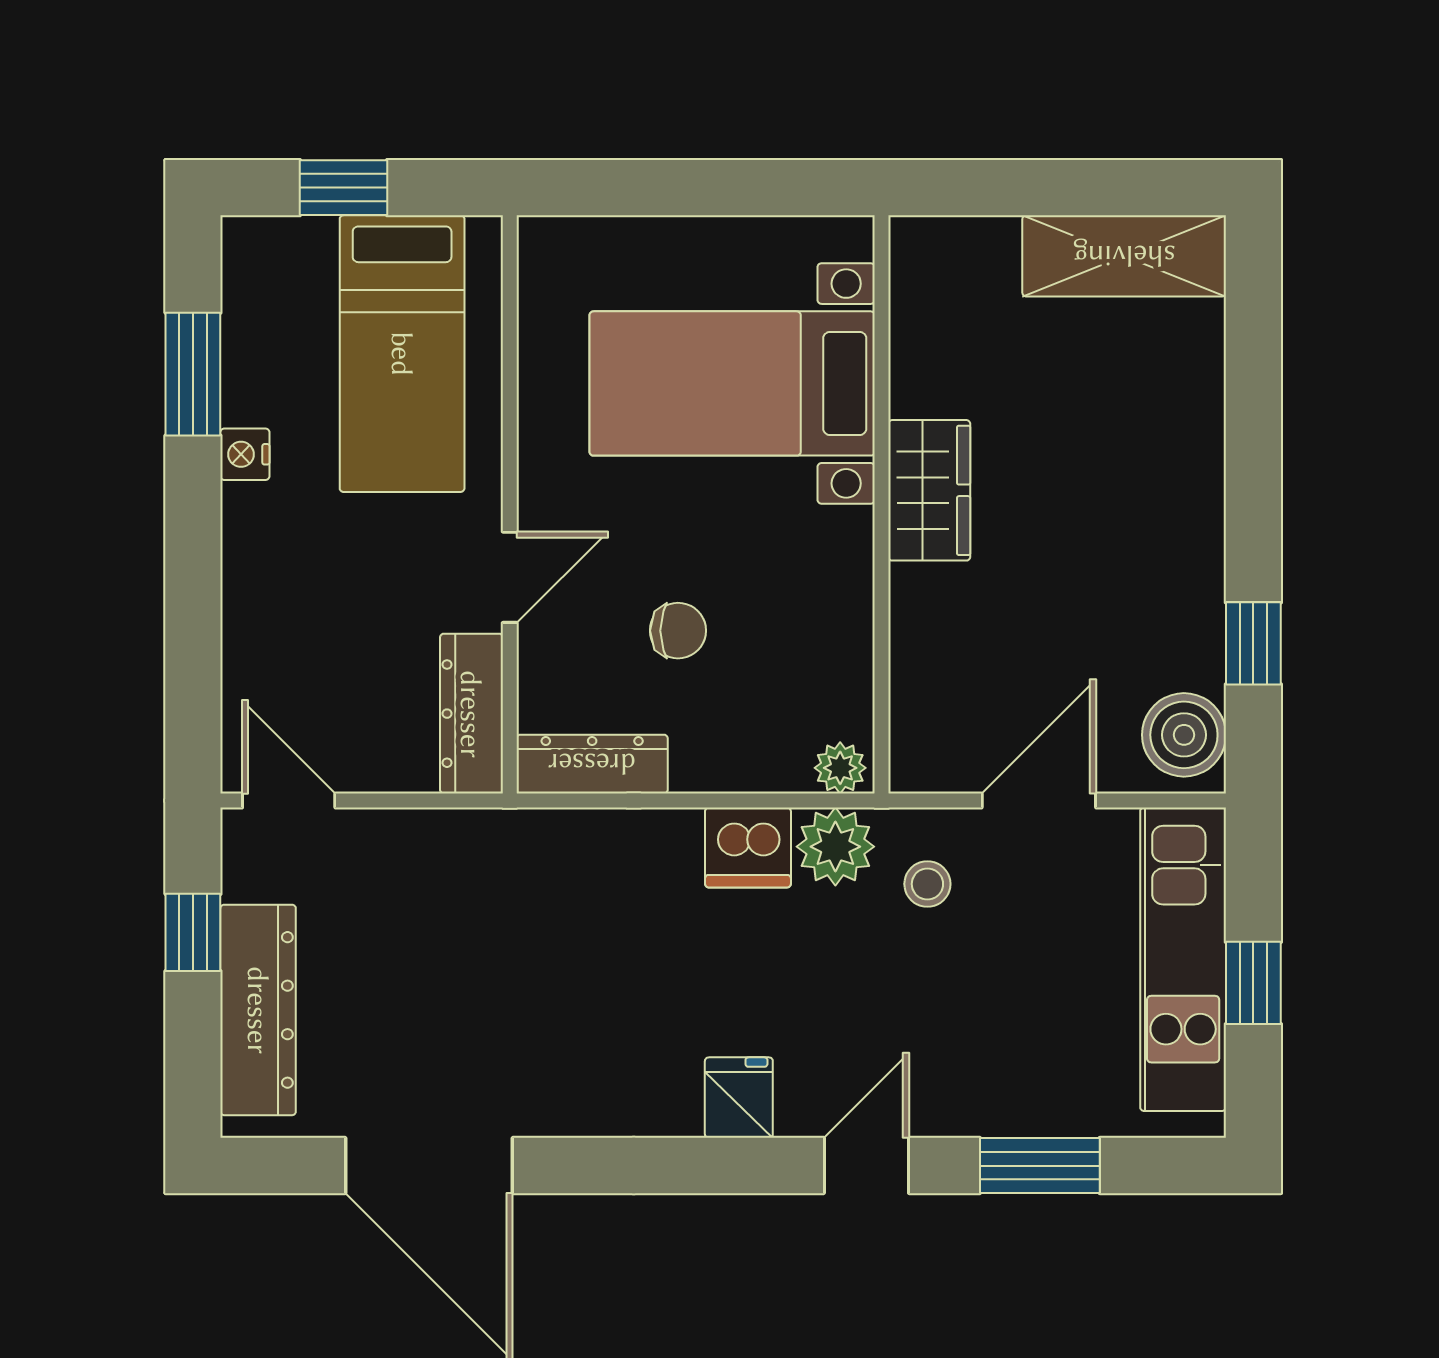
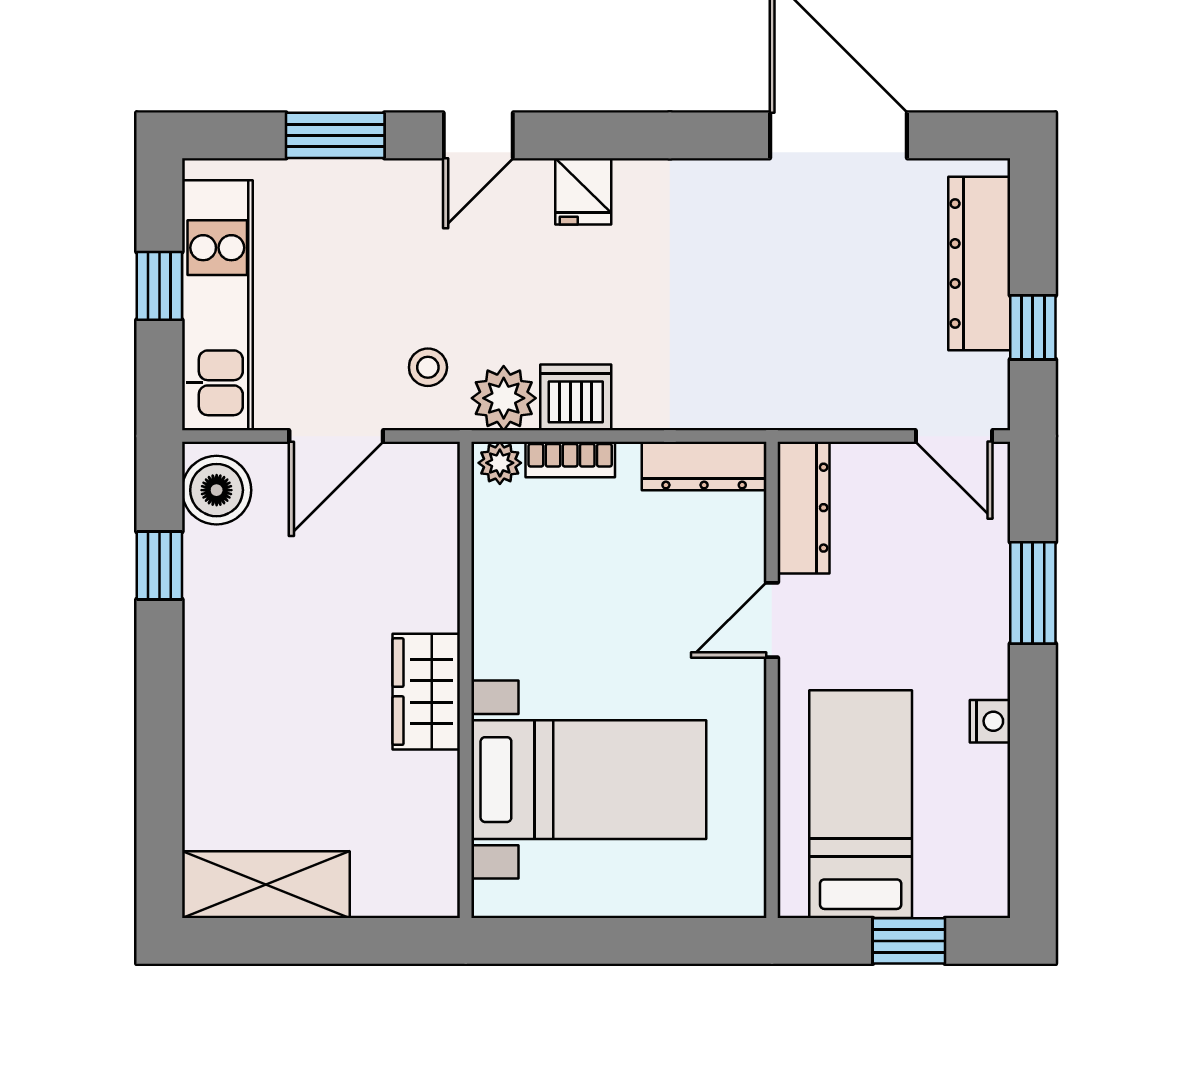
window: (193, 374) -> (1033, 593), moved
chair: (678, 631) -> (633, 576), removed
bookcase: (755, 772) -> (570, 460), added

